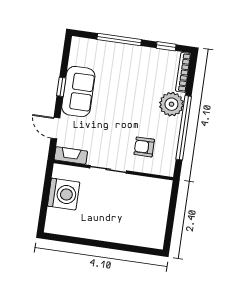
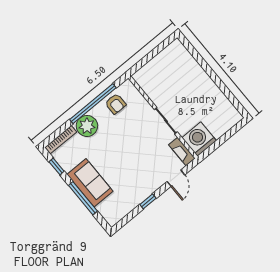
sofa: (78, 92) -> (90, 183), moved, turned 90
armchair: (144, 147) -> (115, 104), moved
washing machine: (64, 194) -> (199, 139), moved

